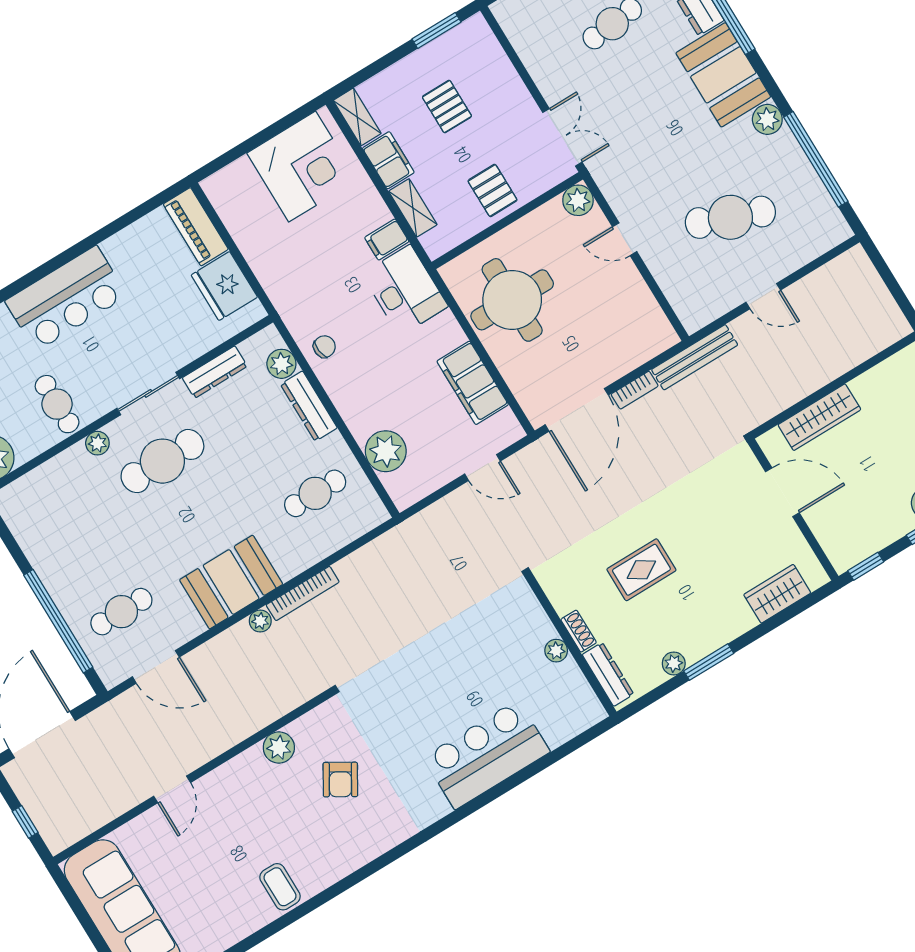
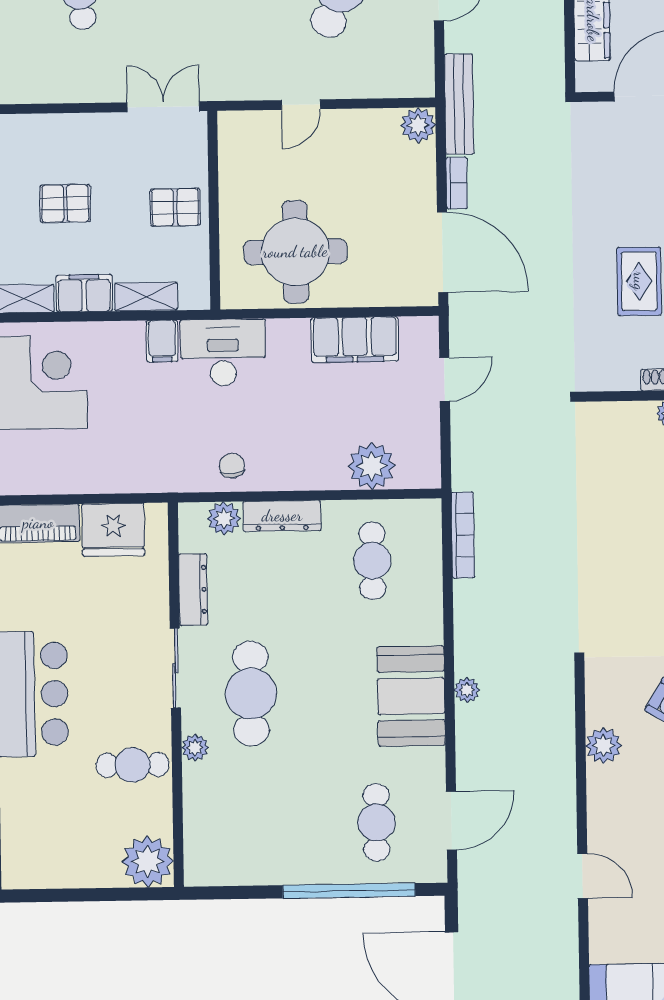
plant: (578, 200) -> (418, 125), moved
bookcase: (303, 593) -> (463, 535), moved

